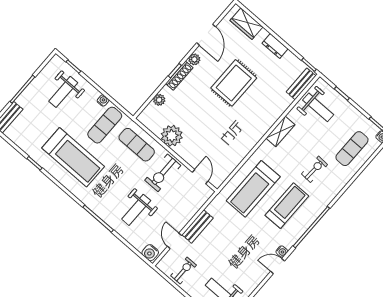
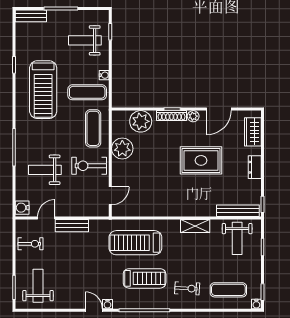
bench: (301, 84) -> (238, 211), width x1.36
plant: (159, 100) -> (141, 121), width x1.88, depth x1.88
exercise bike: (314, 169) -> (187, 288), moved

